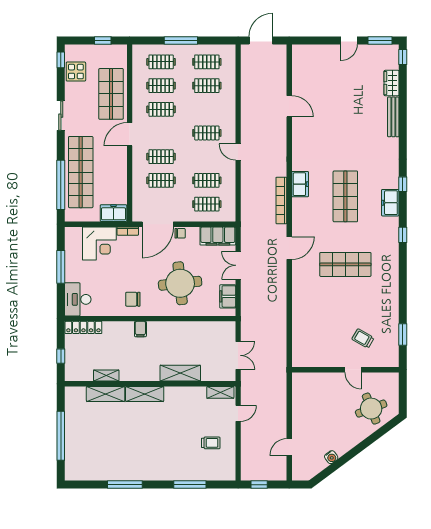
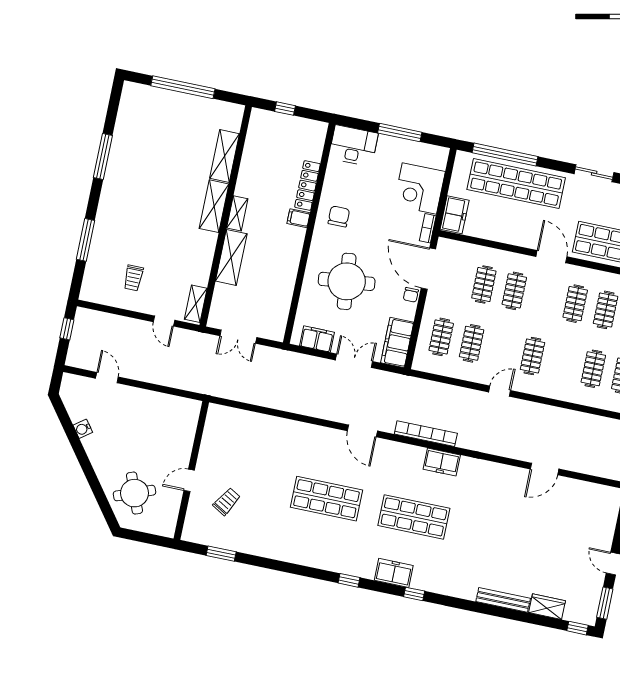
shop shelf: (345, 264) -> (326, 499), turned 90
locker: (83, 327) -> (307, 186), moved
shelving: (106, 376) -> (237, 213), moved

